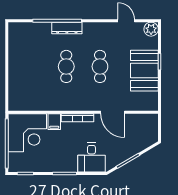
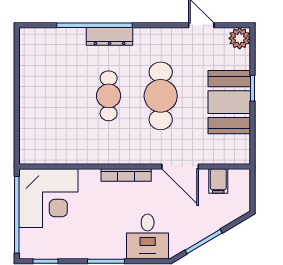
cafe table: (100, 66) -> (161, 96), width x1.37, depth x1.35
filing cabinet: (54, 122) -> (218, 181), moved

